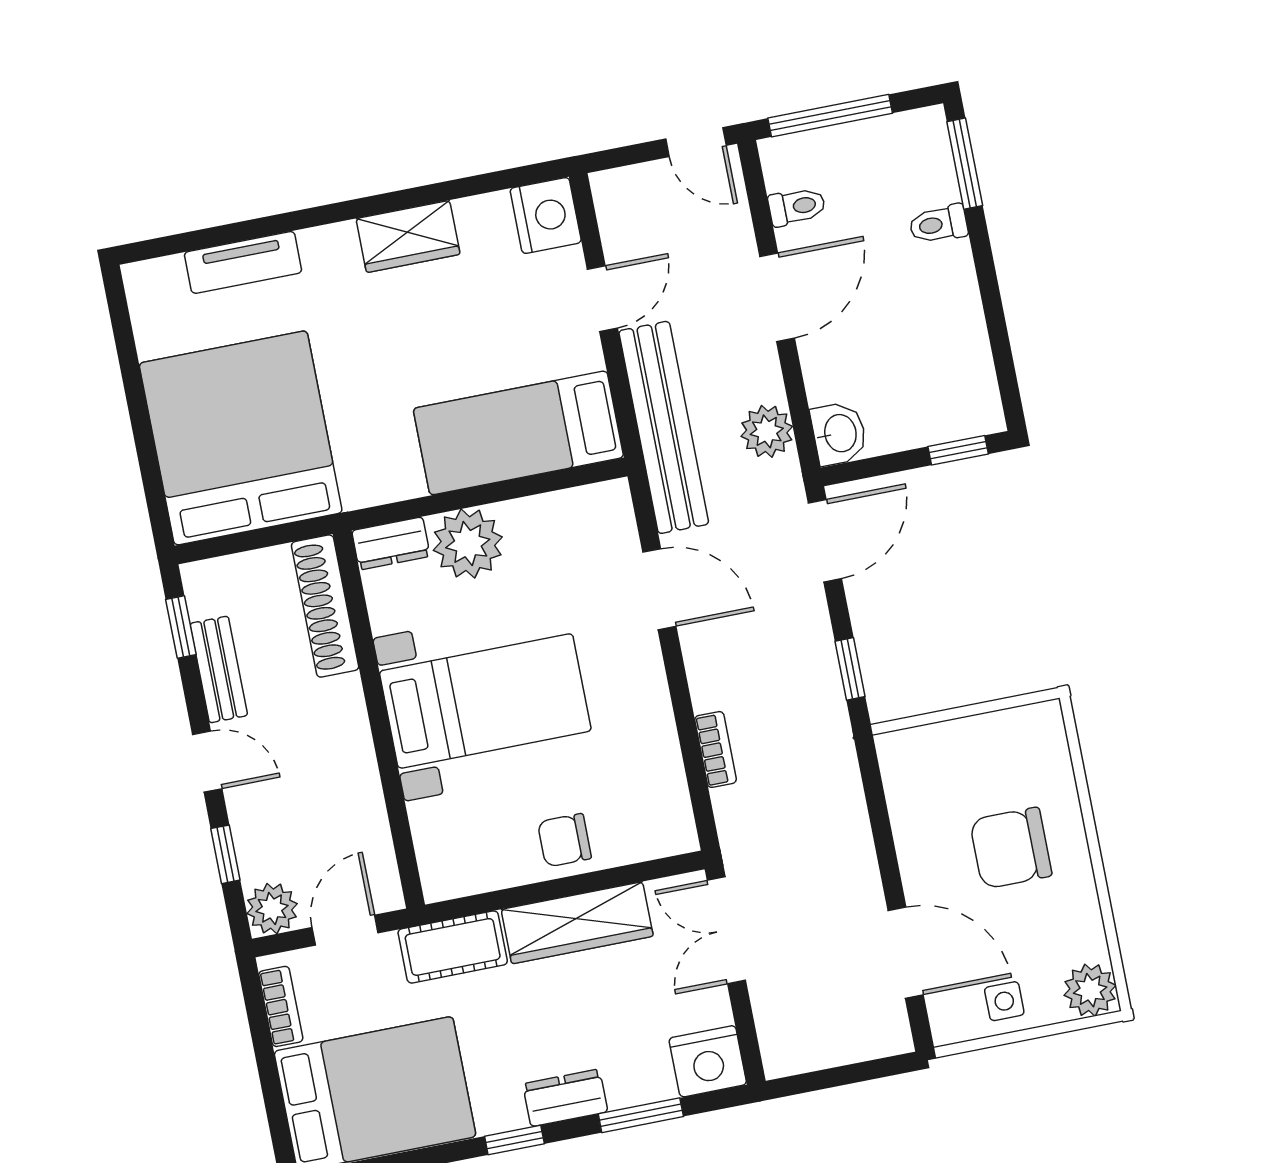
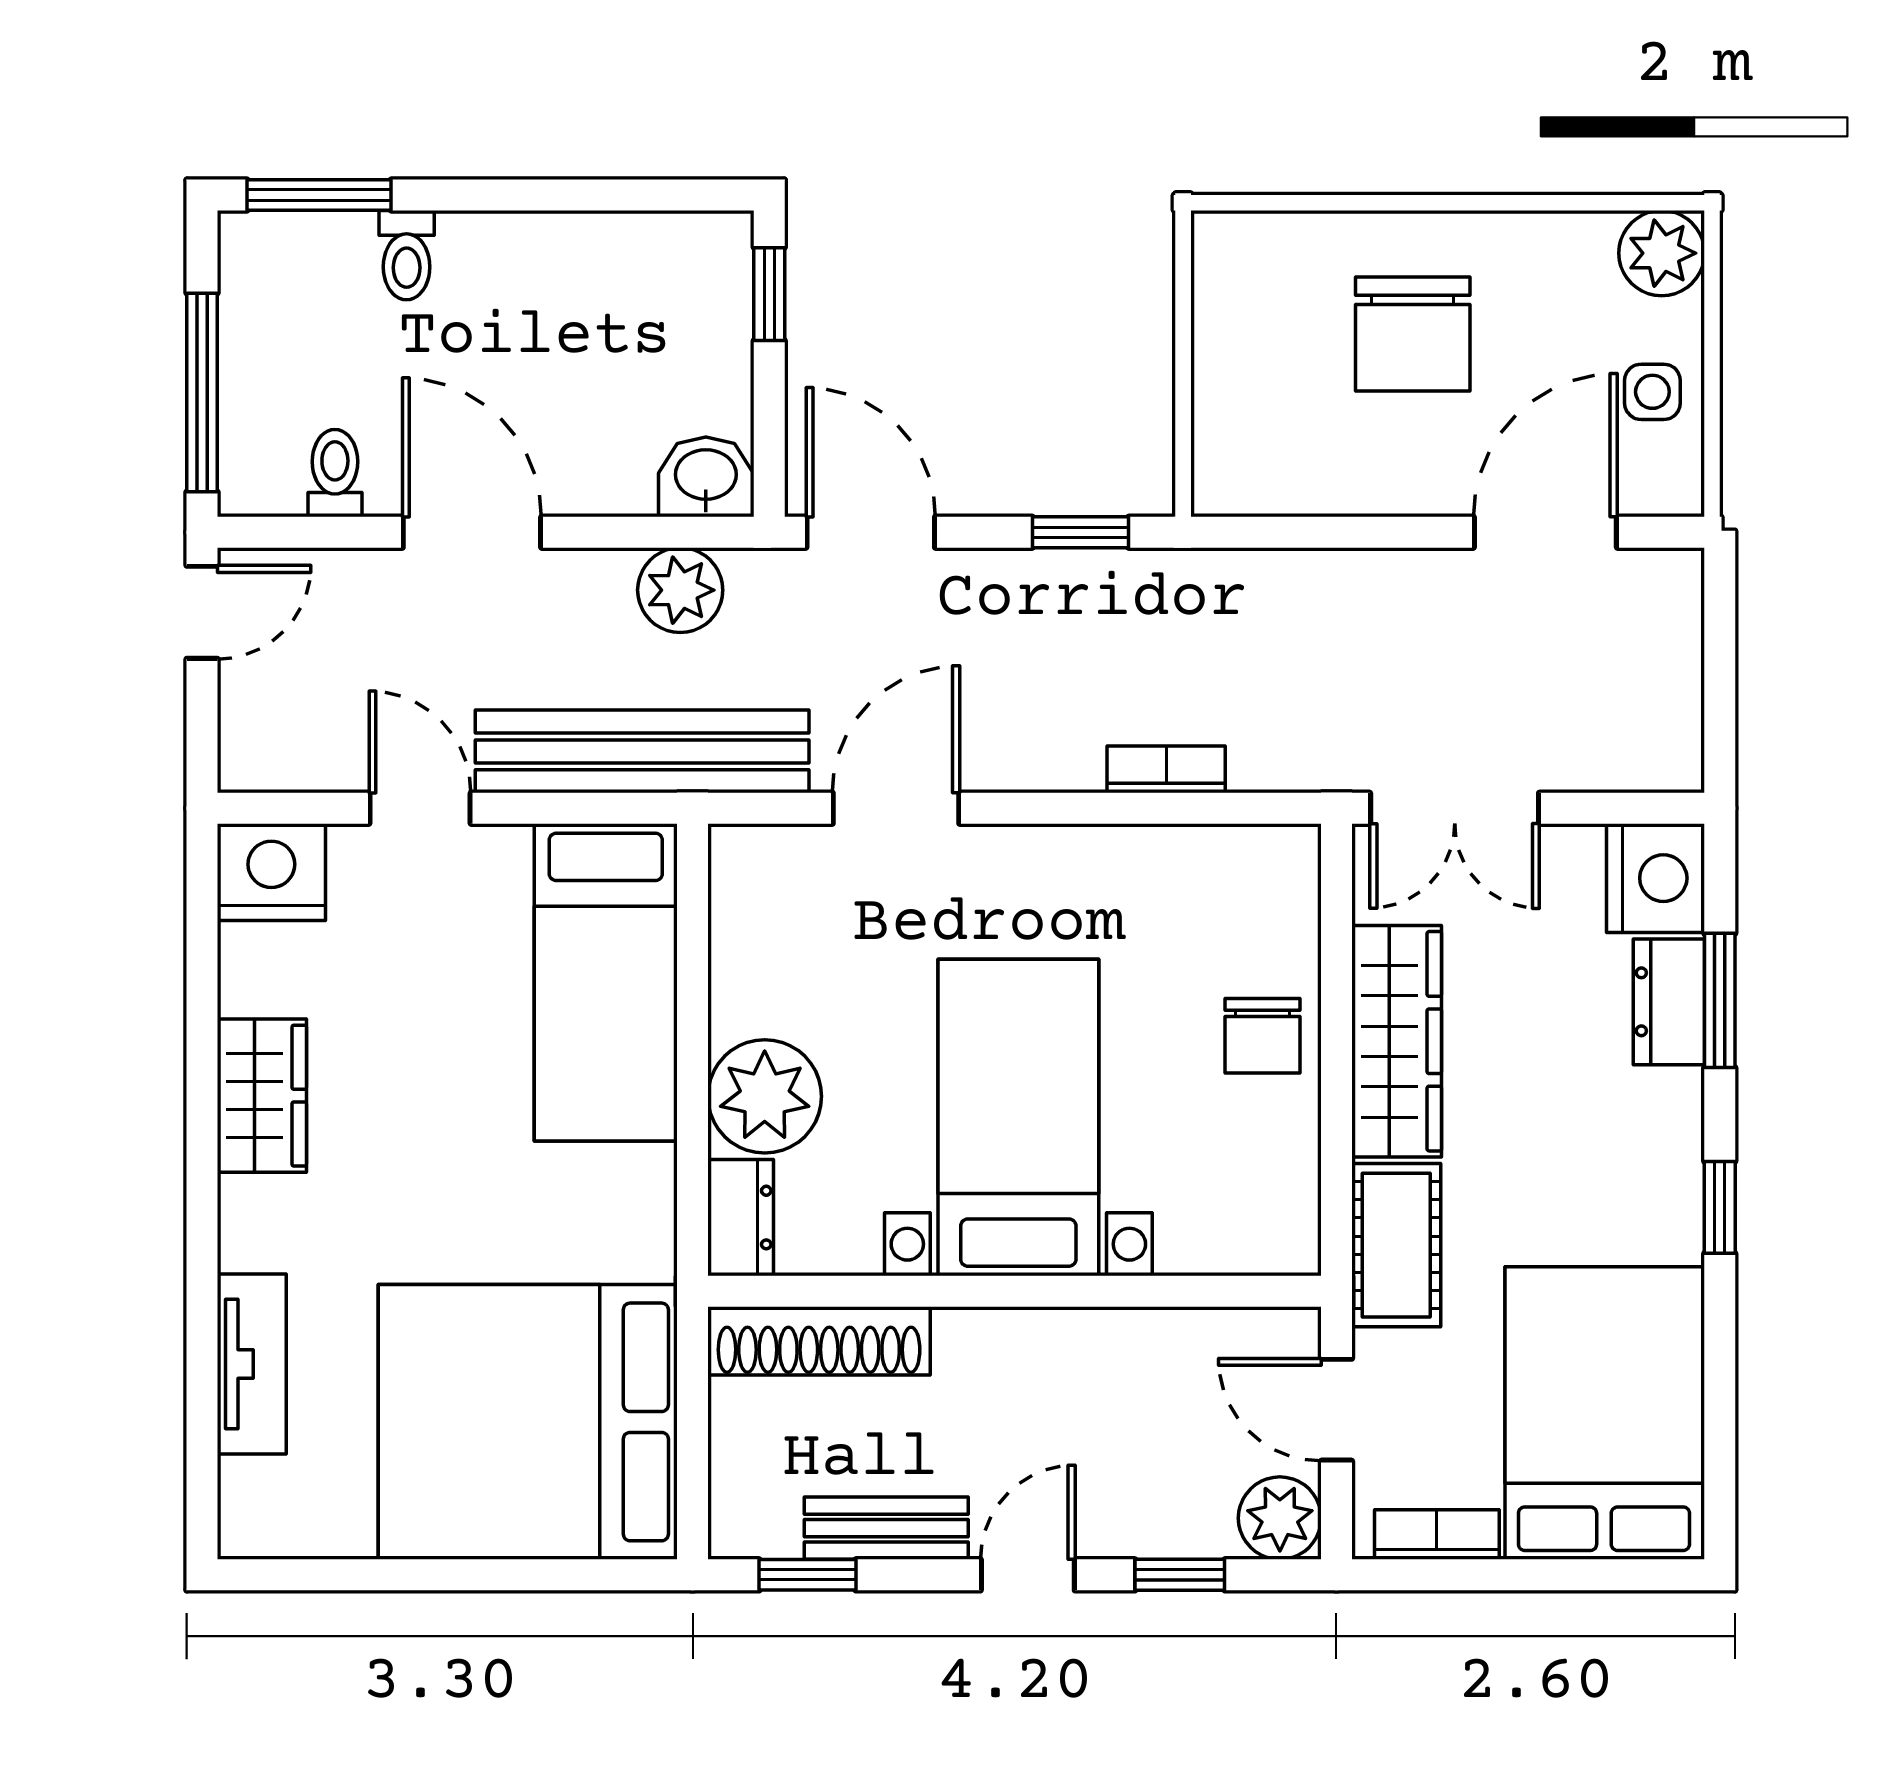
dresser: (565, 1098) -> (1669, 1002), moved

